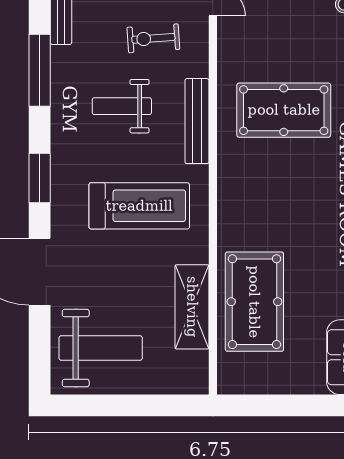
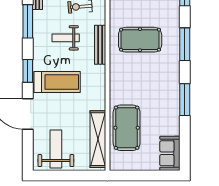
treadmill: (139, 206) -> (57, 82), moved
shelving: (192, 307) -> (98, 139), width x1.47
weight bench: (101, 348) -> (56, 149), turned -90

